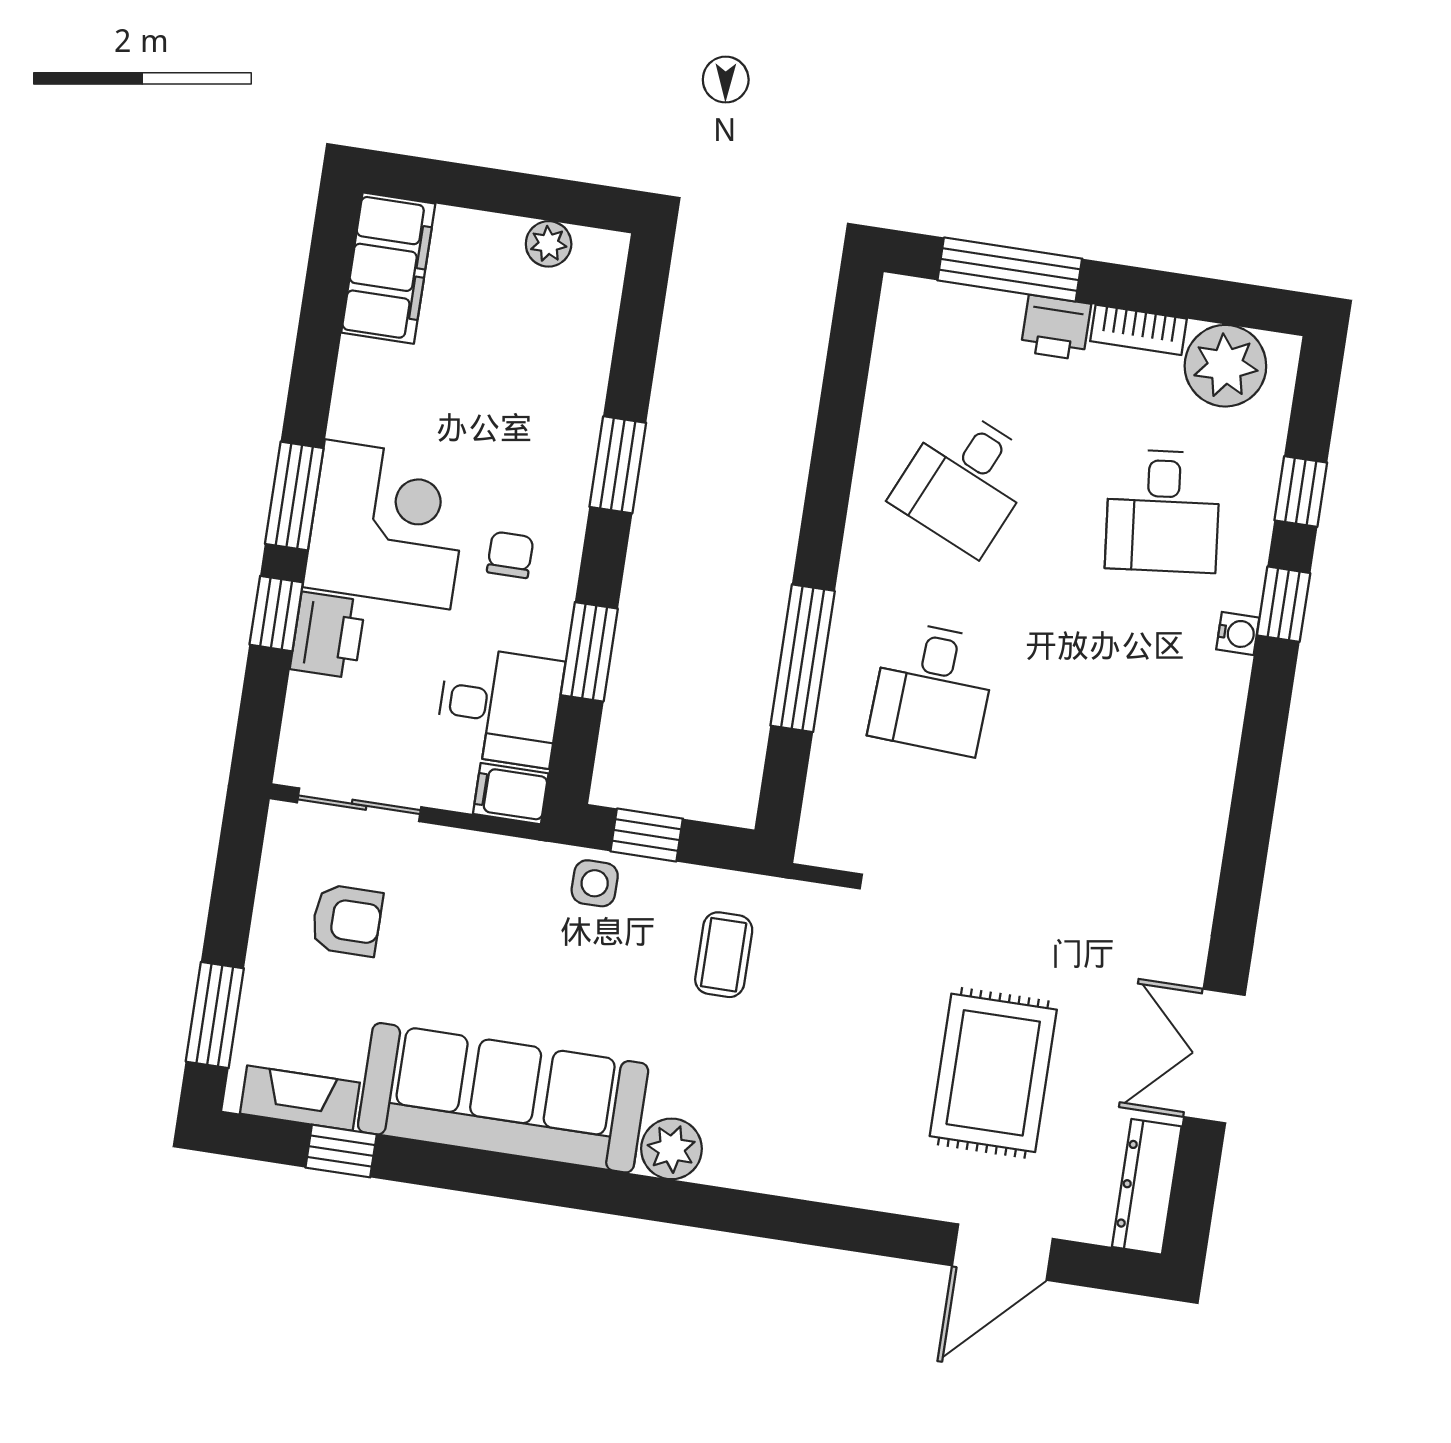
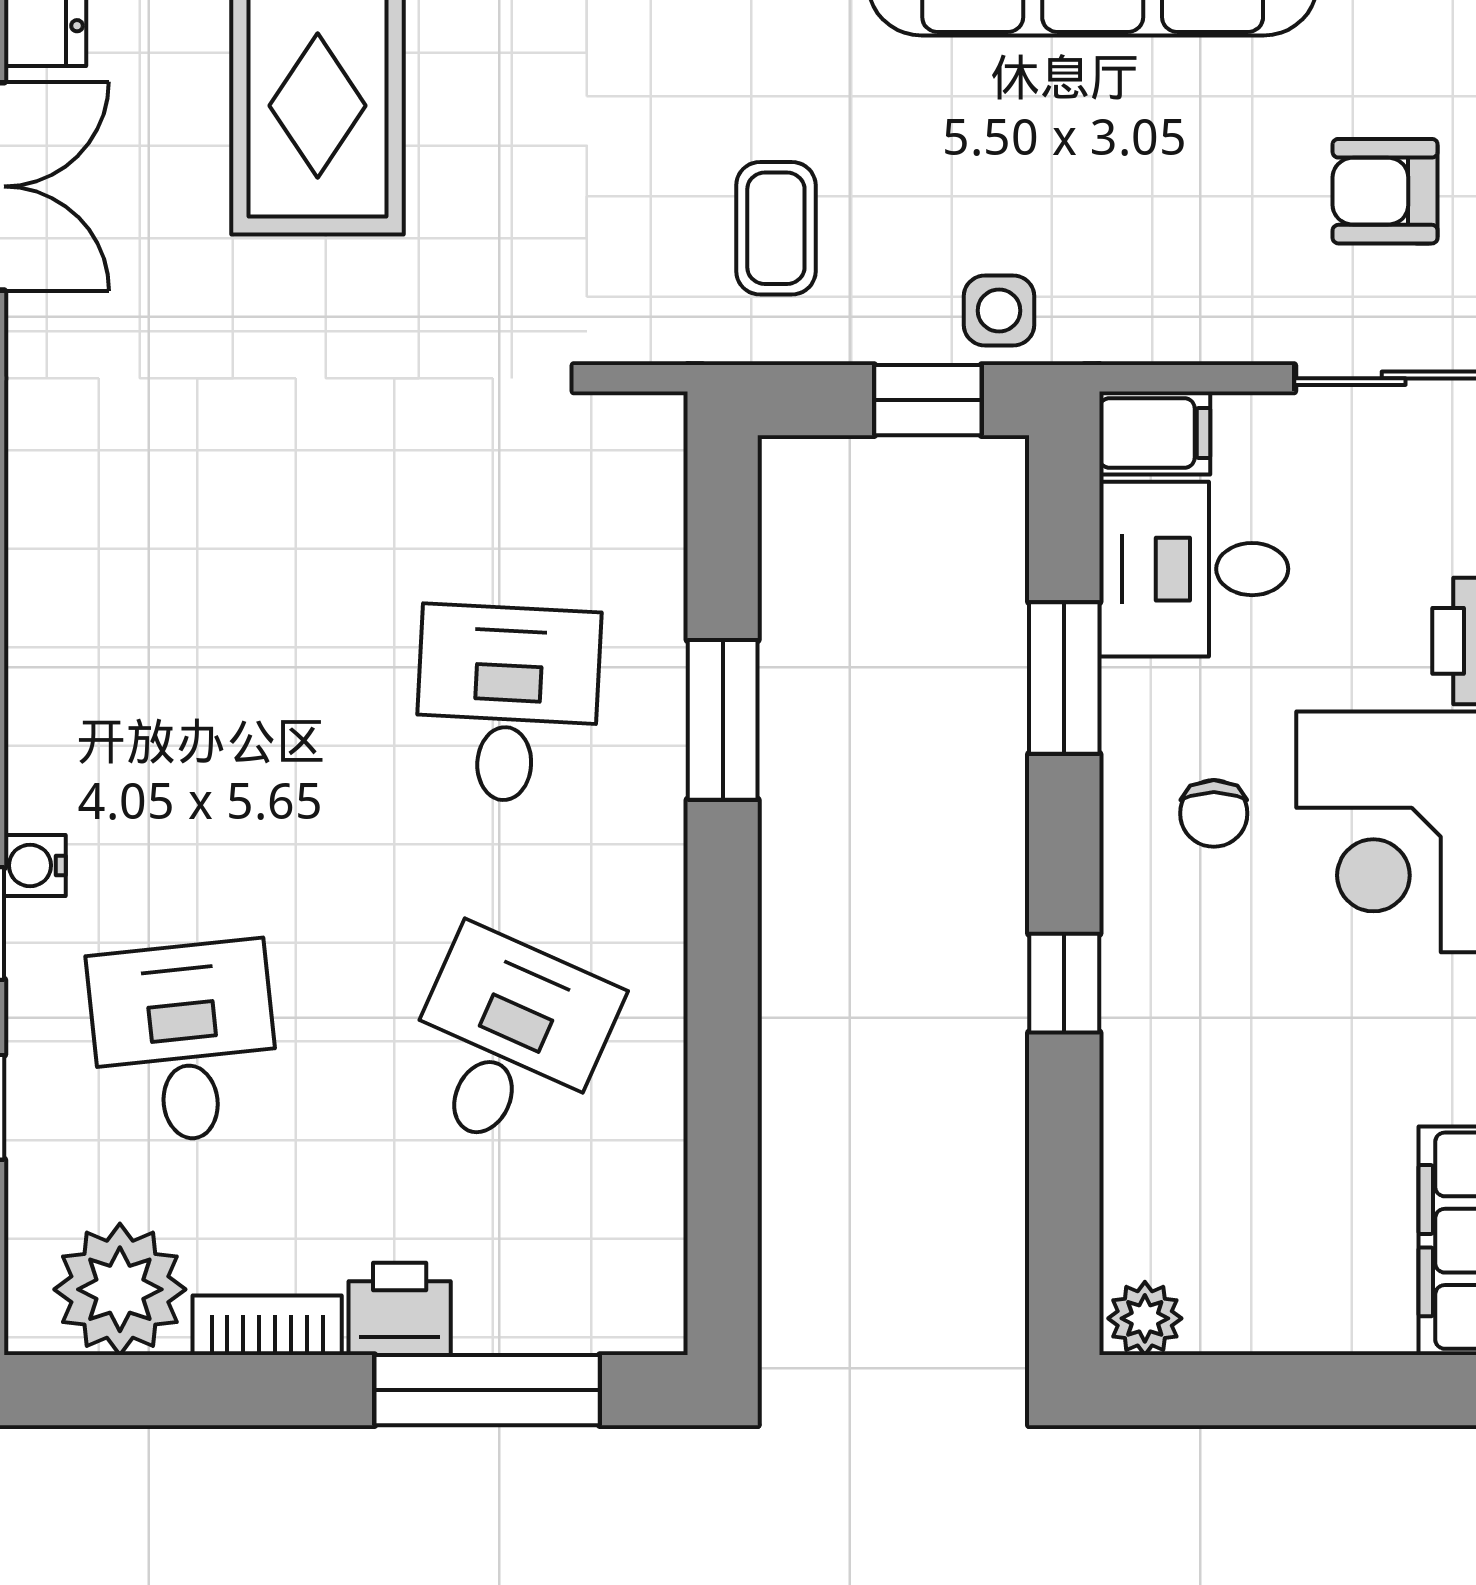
plant: (549, 244) -> (1145, 1318), moved
window: (618, 465) -> (1064, 983), width x0.67
window: (803, 658) -> (723, 720), width x0.69

